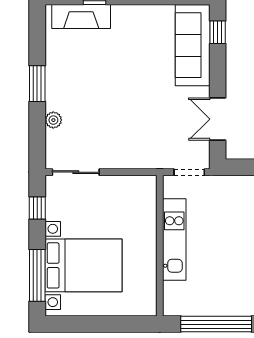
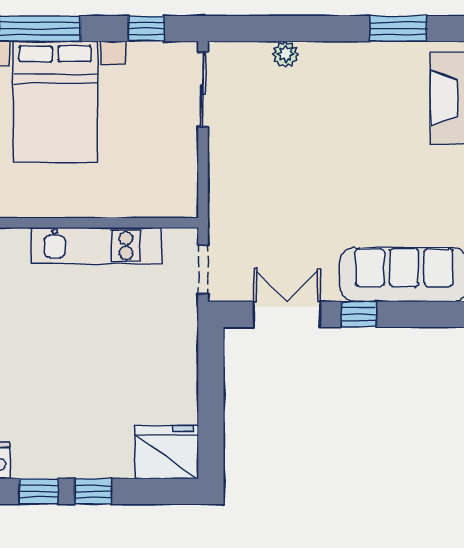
window: (218, 32) -> (359, 314), moved
window: (37, 84) -> (398, 29), moved

